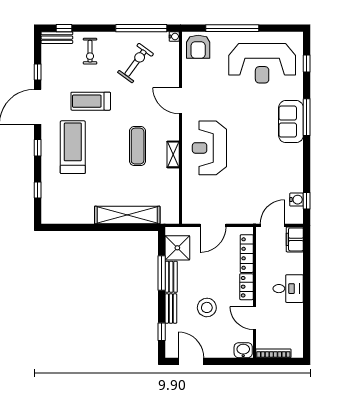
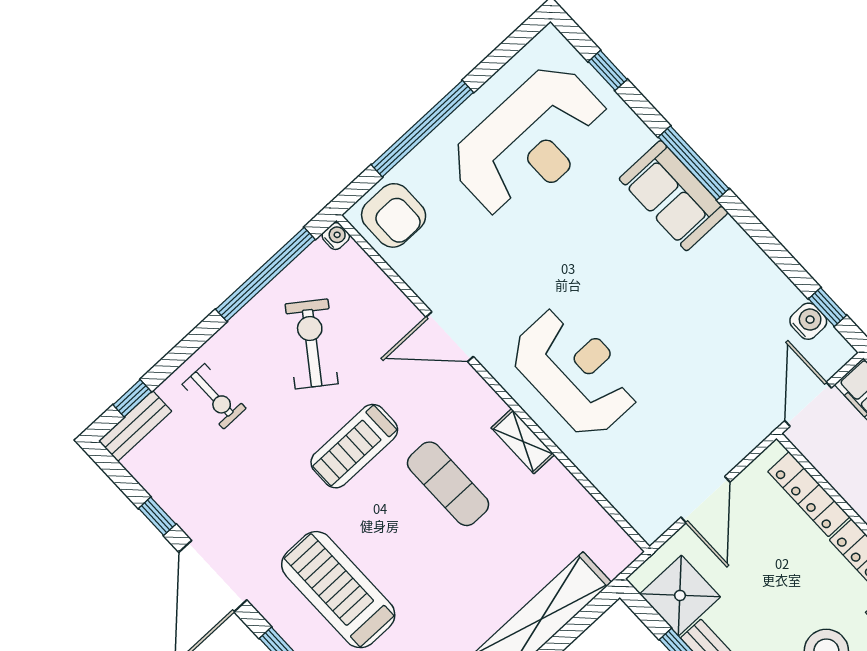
treadmill: (91, 101) -> (354, 446), moved
reception desk: (209, 148) -> (575, 372), turned 180

